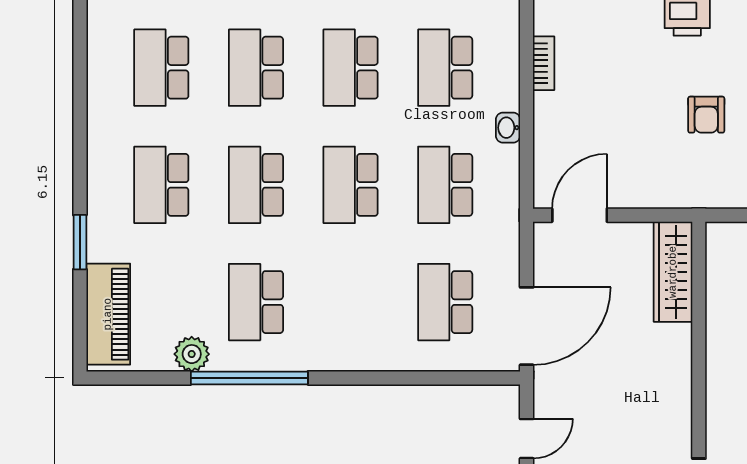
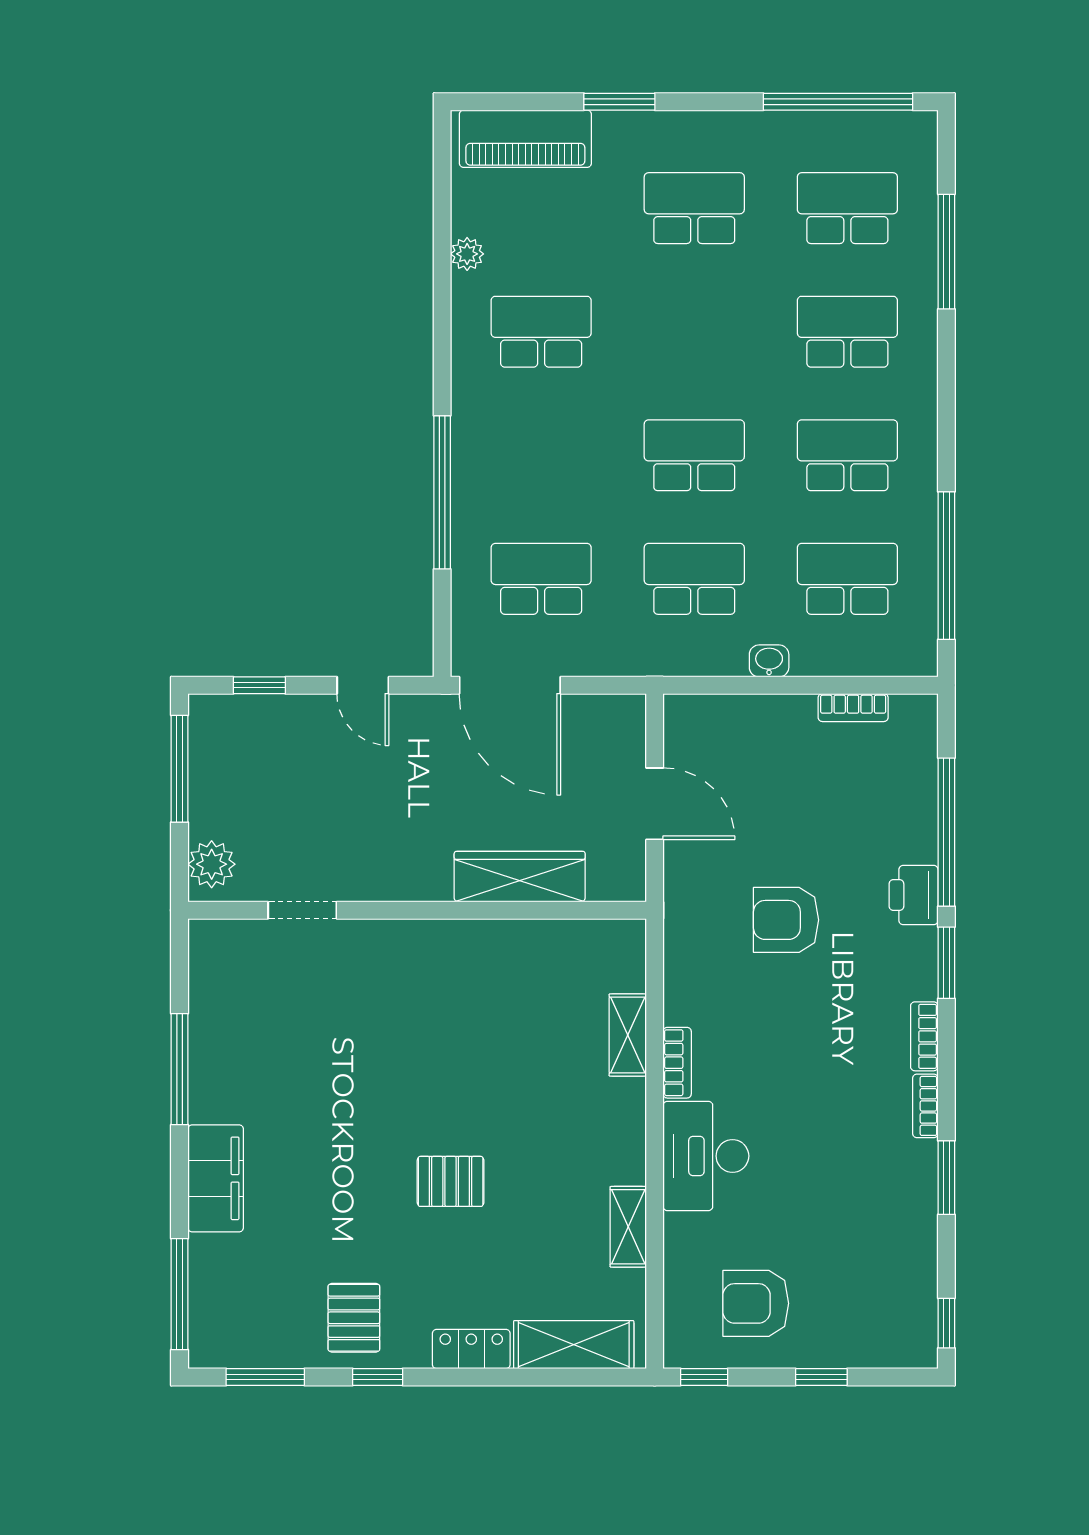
window: (80, 75) -> (838, 102), added
armchair: (706, 115) -> (786, 920), width x1.38, depth x1.38
school desk: (256, 185) -> (694, 332), removed
door: (580, 215) -> (655, 804), moved
wardrobe: (673, 272) -> (520, 877), moved
plant: (192, 354) -> (467, 254), width x0.73, depth x0.73
window: (249, 378) -> (442, 492), moved

